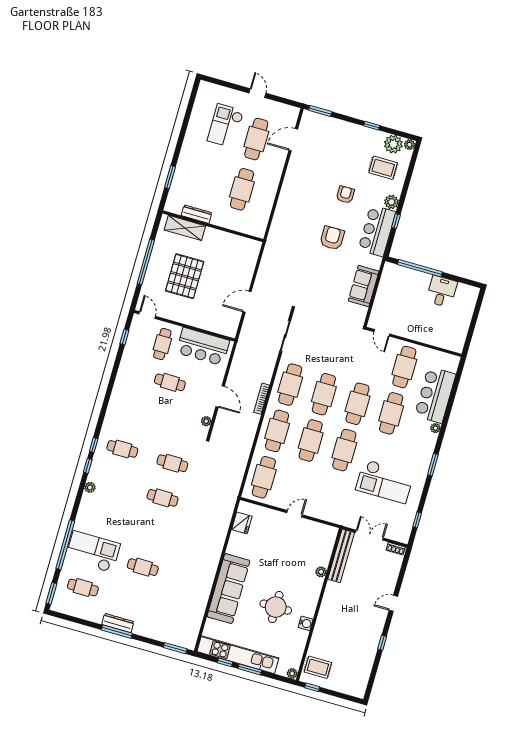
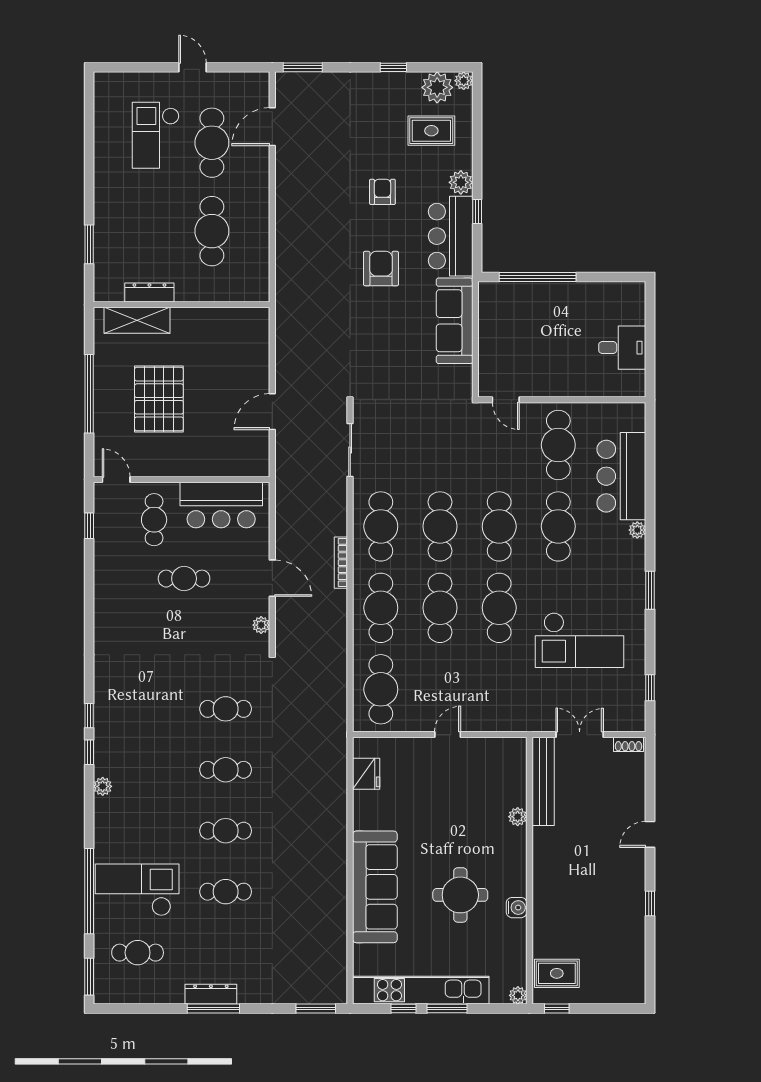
sofa: (364, 286) -> (455, 321), width x1.36
desk: (442, 291) -> (622, 348), moved, turned 90
cafe table: (122, 449) -> (226, 831), moved

